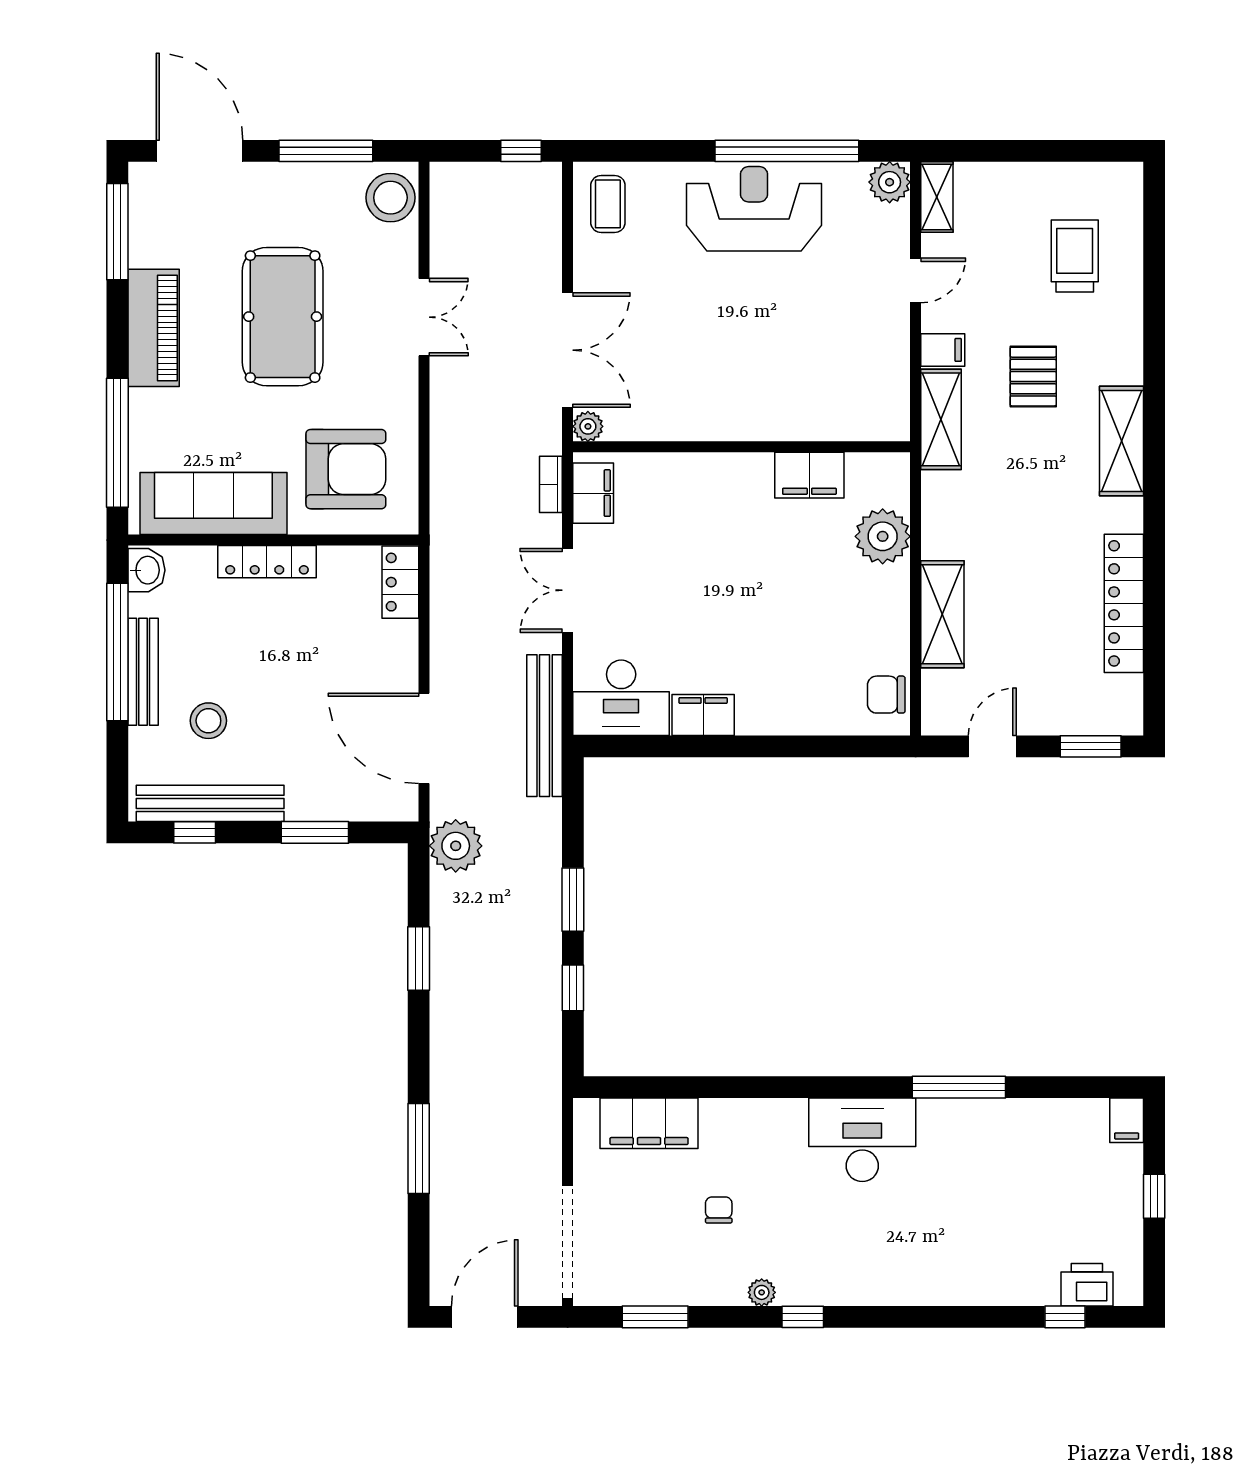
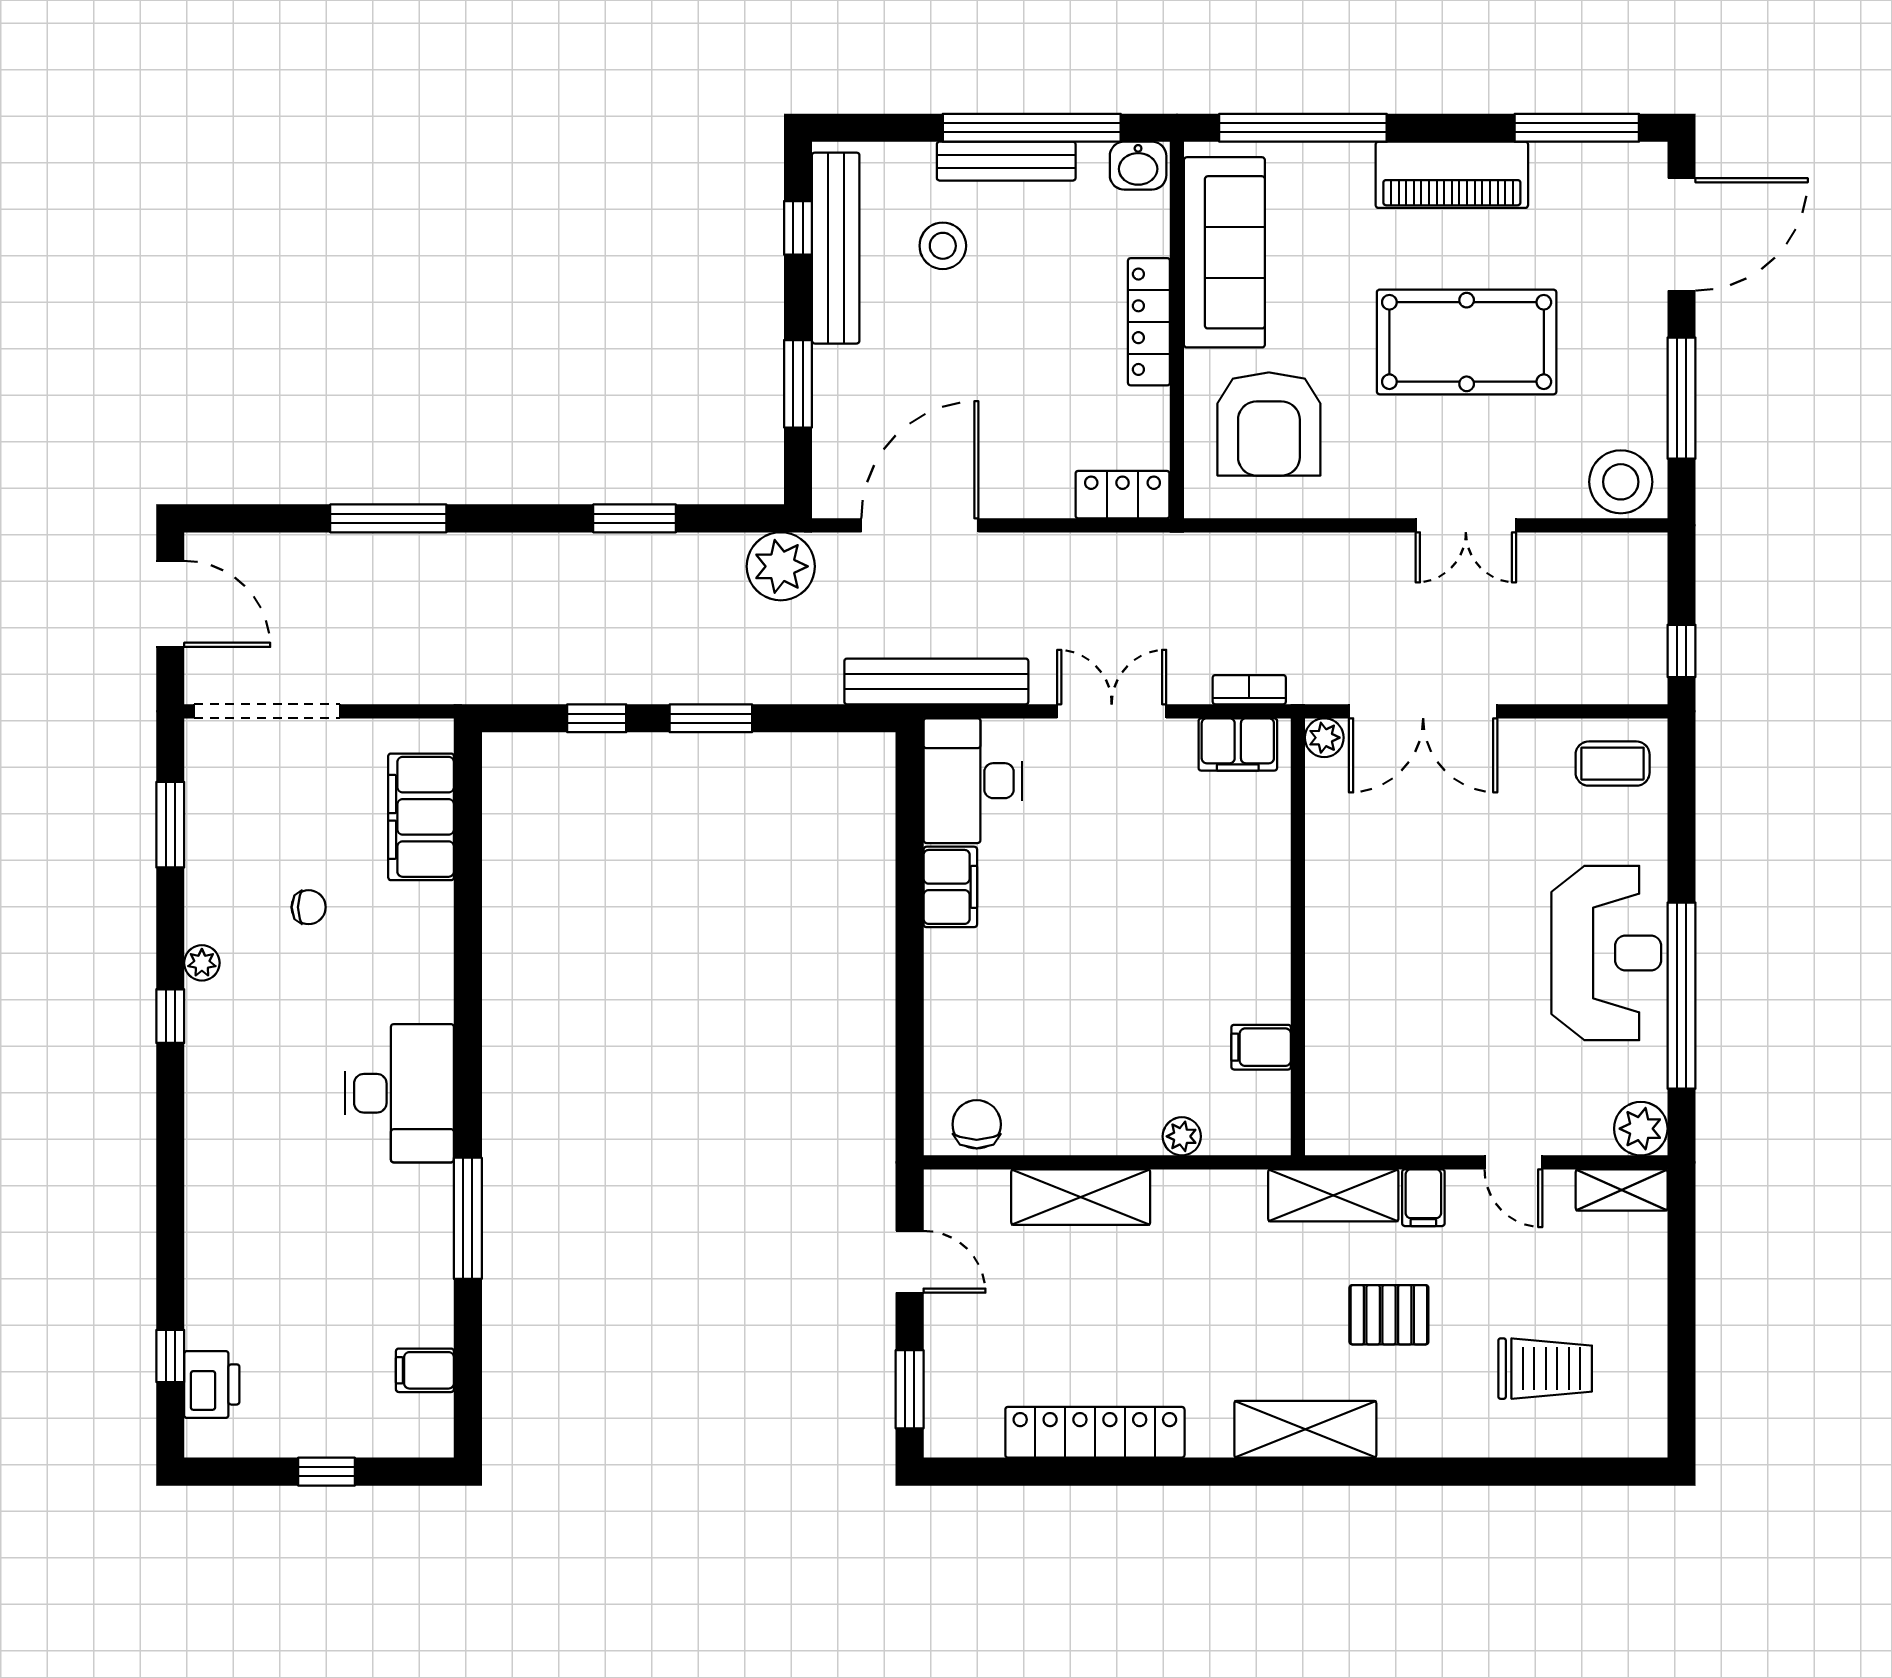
filing cabinet: (809, 475) -> (1261, 1047), width x0.50
plant: (883, 536) -> (1182, 1136), width x0.53, depth x0.53
filing cabinet: (1127, 1120) -> (425, 1370), moved

